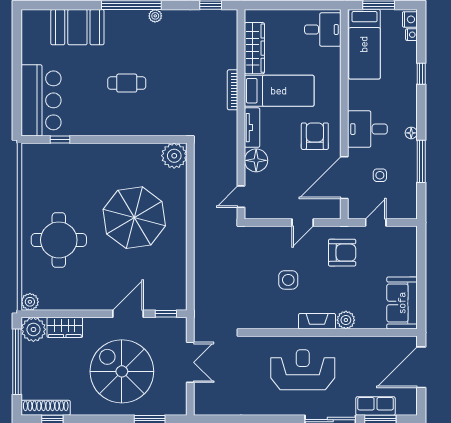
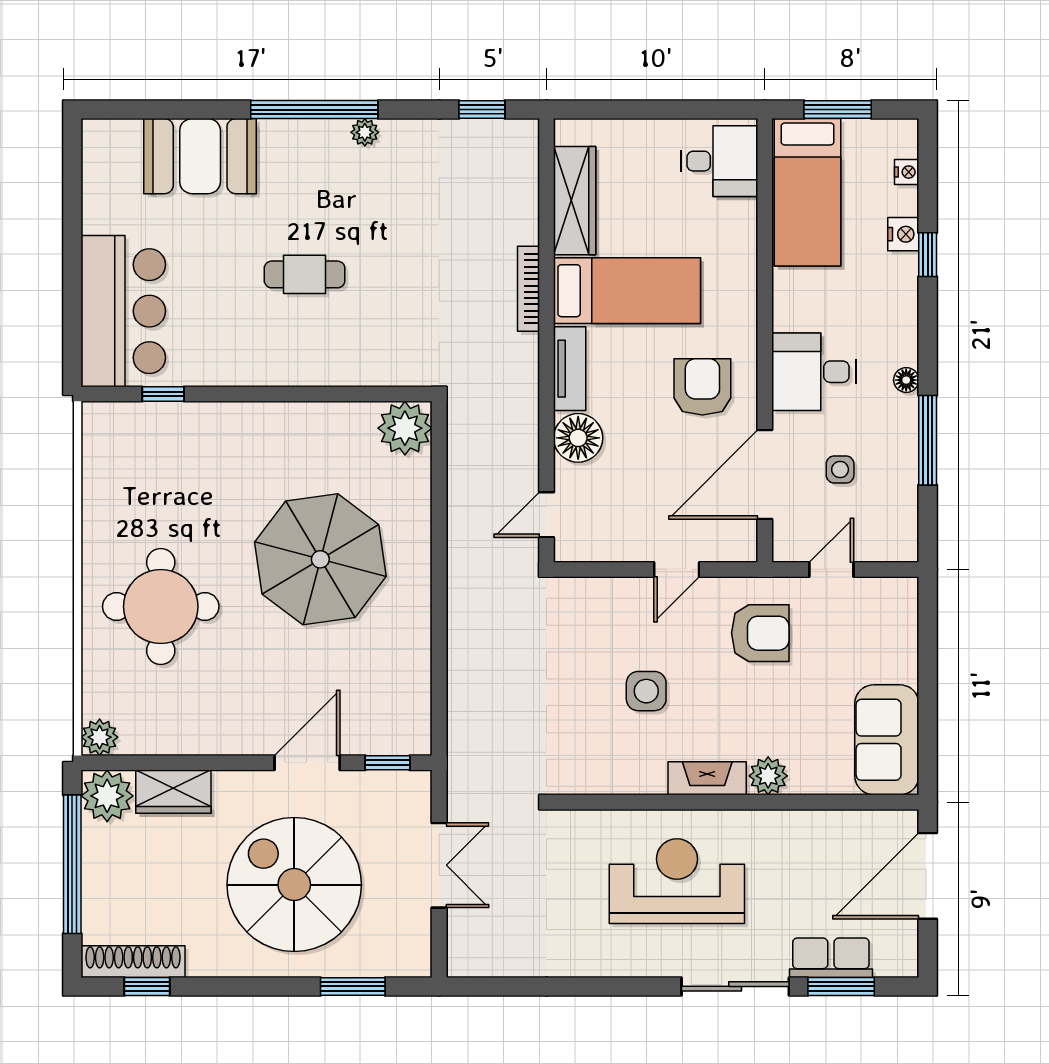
nightstand: (410, 19) -> (903, 234), moved

